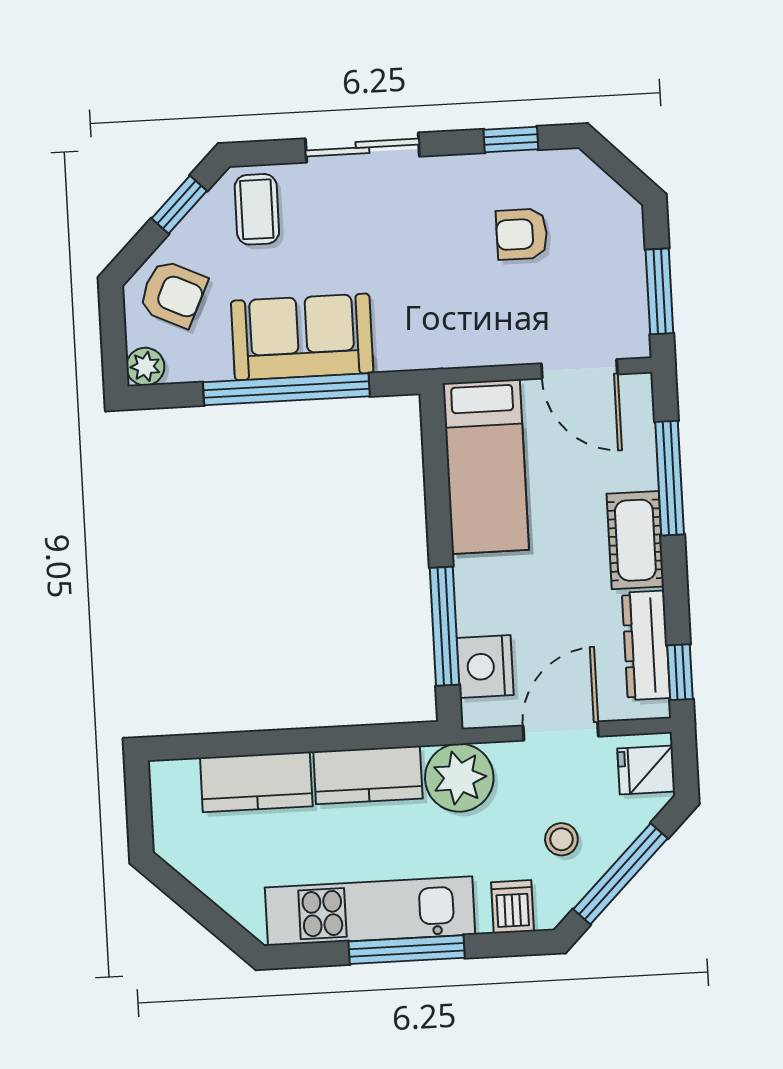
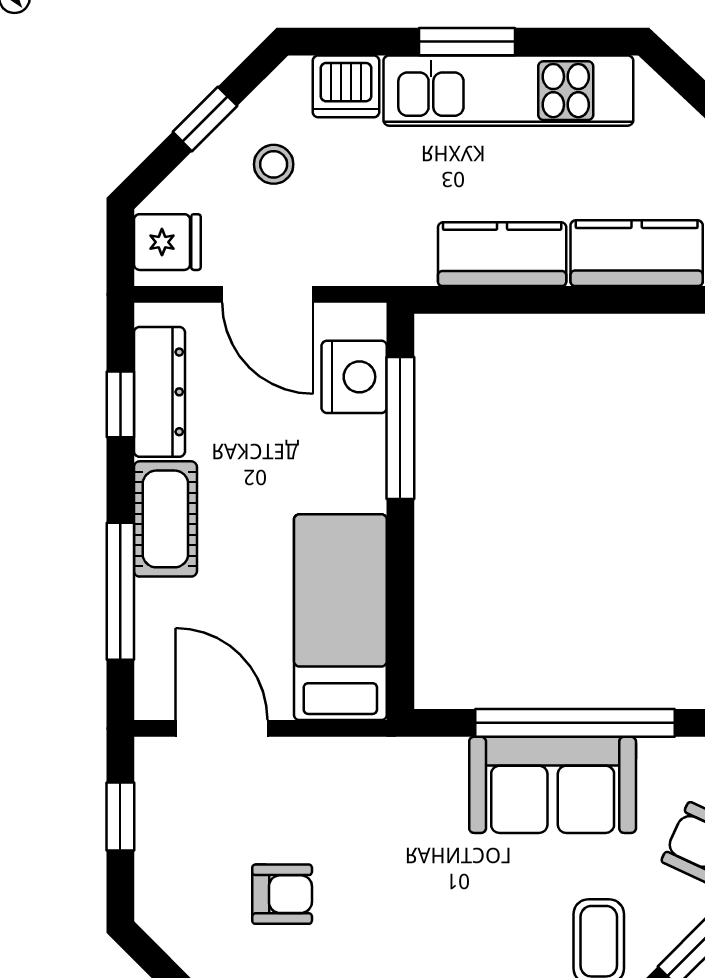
window: (659, 291) -> (120, 816), width x0.67
window: (680, 672) -> (120, 404), moved
door: (561, 731) -> (268, 294), hinge flipped
plant: (459, 778) -> (392, 245), removed
window: (621, 874) -> (205, 119), width x0.46
dishwasher: (513, 907) -> (346, 86), width x1.38
window: (407, 950) -> (467, 42), width x0.69

